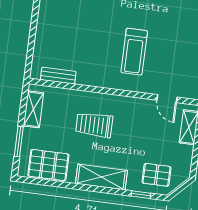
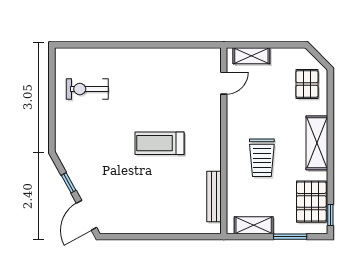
treadmill: (134, 52) -> (159, 143), moved, turned 180
bench: (58, 76) -> (214, 196), width x1.36
window: (141, 195) -> (330, 215), moved

